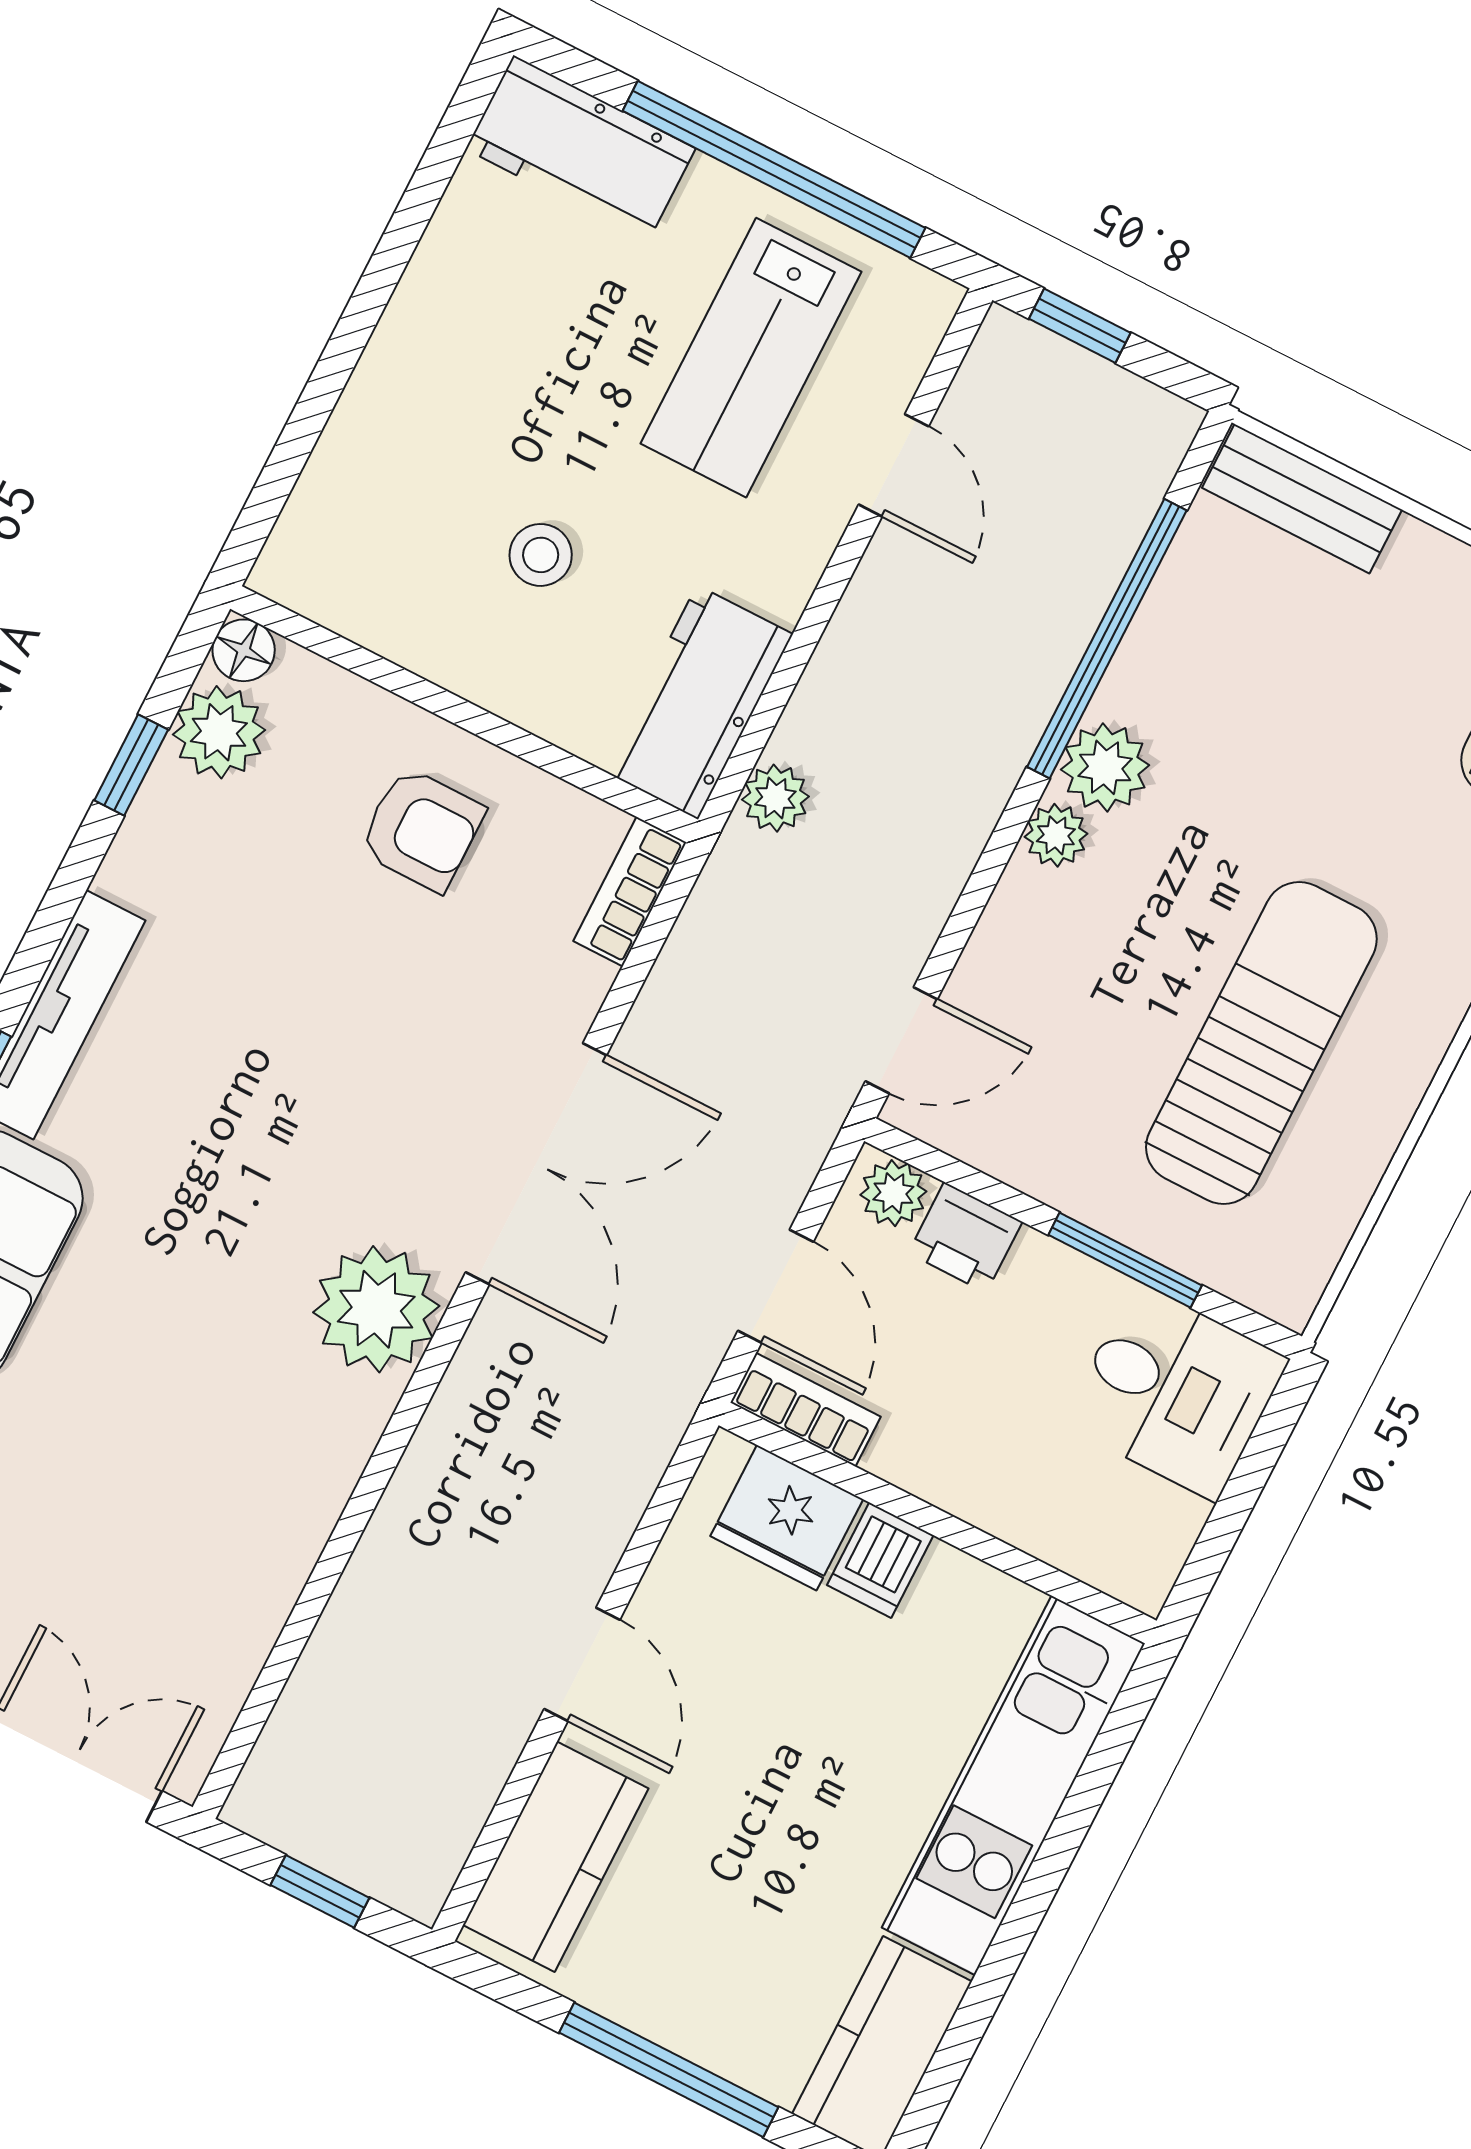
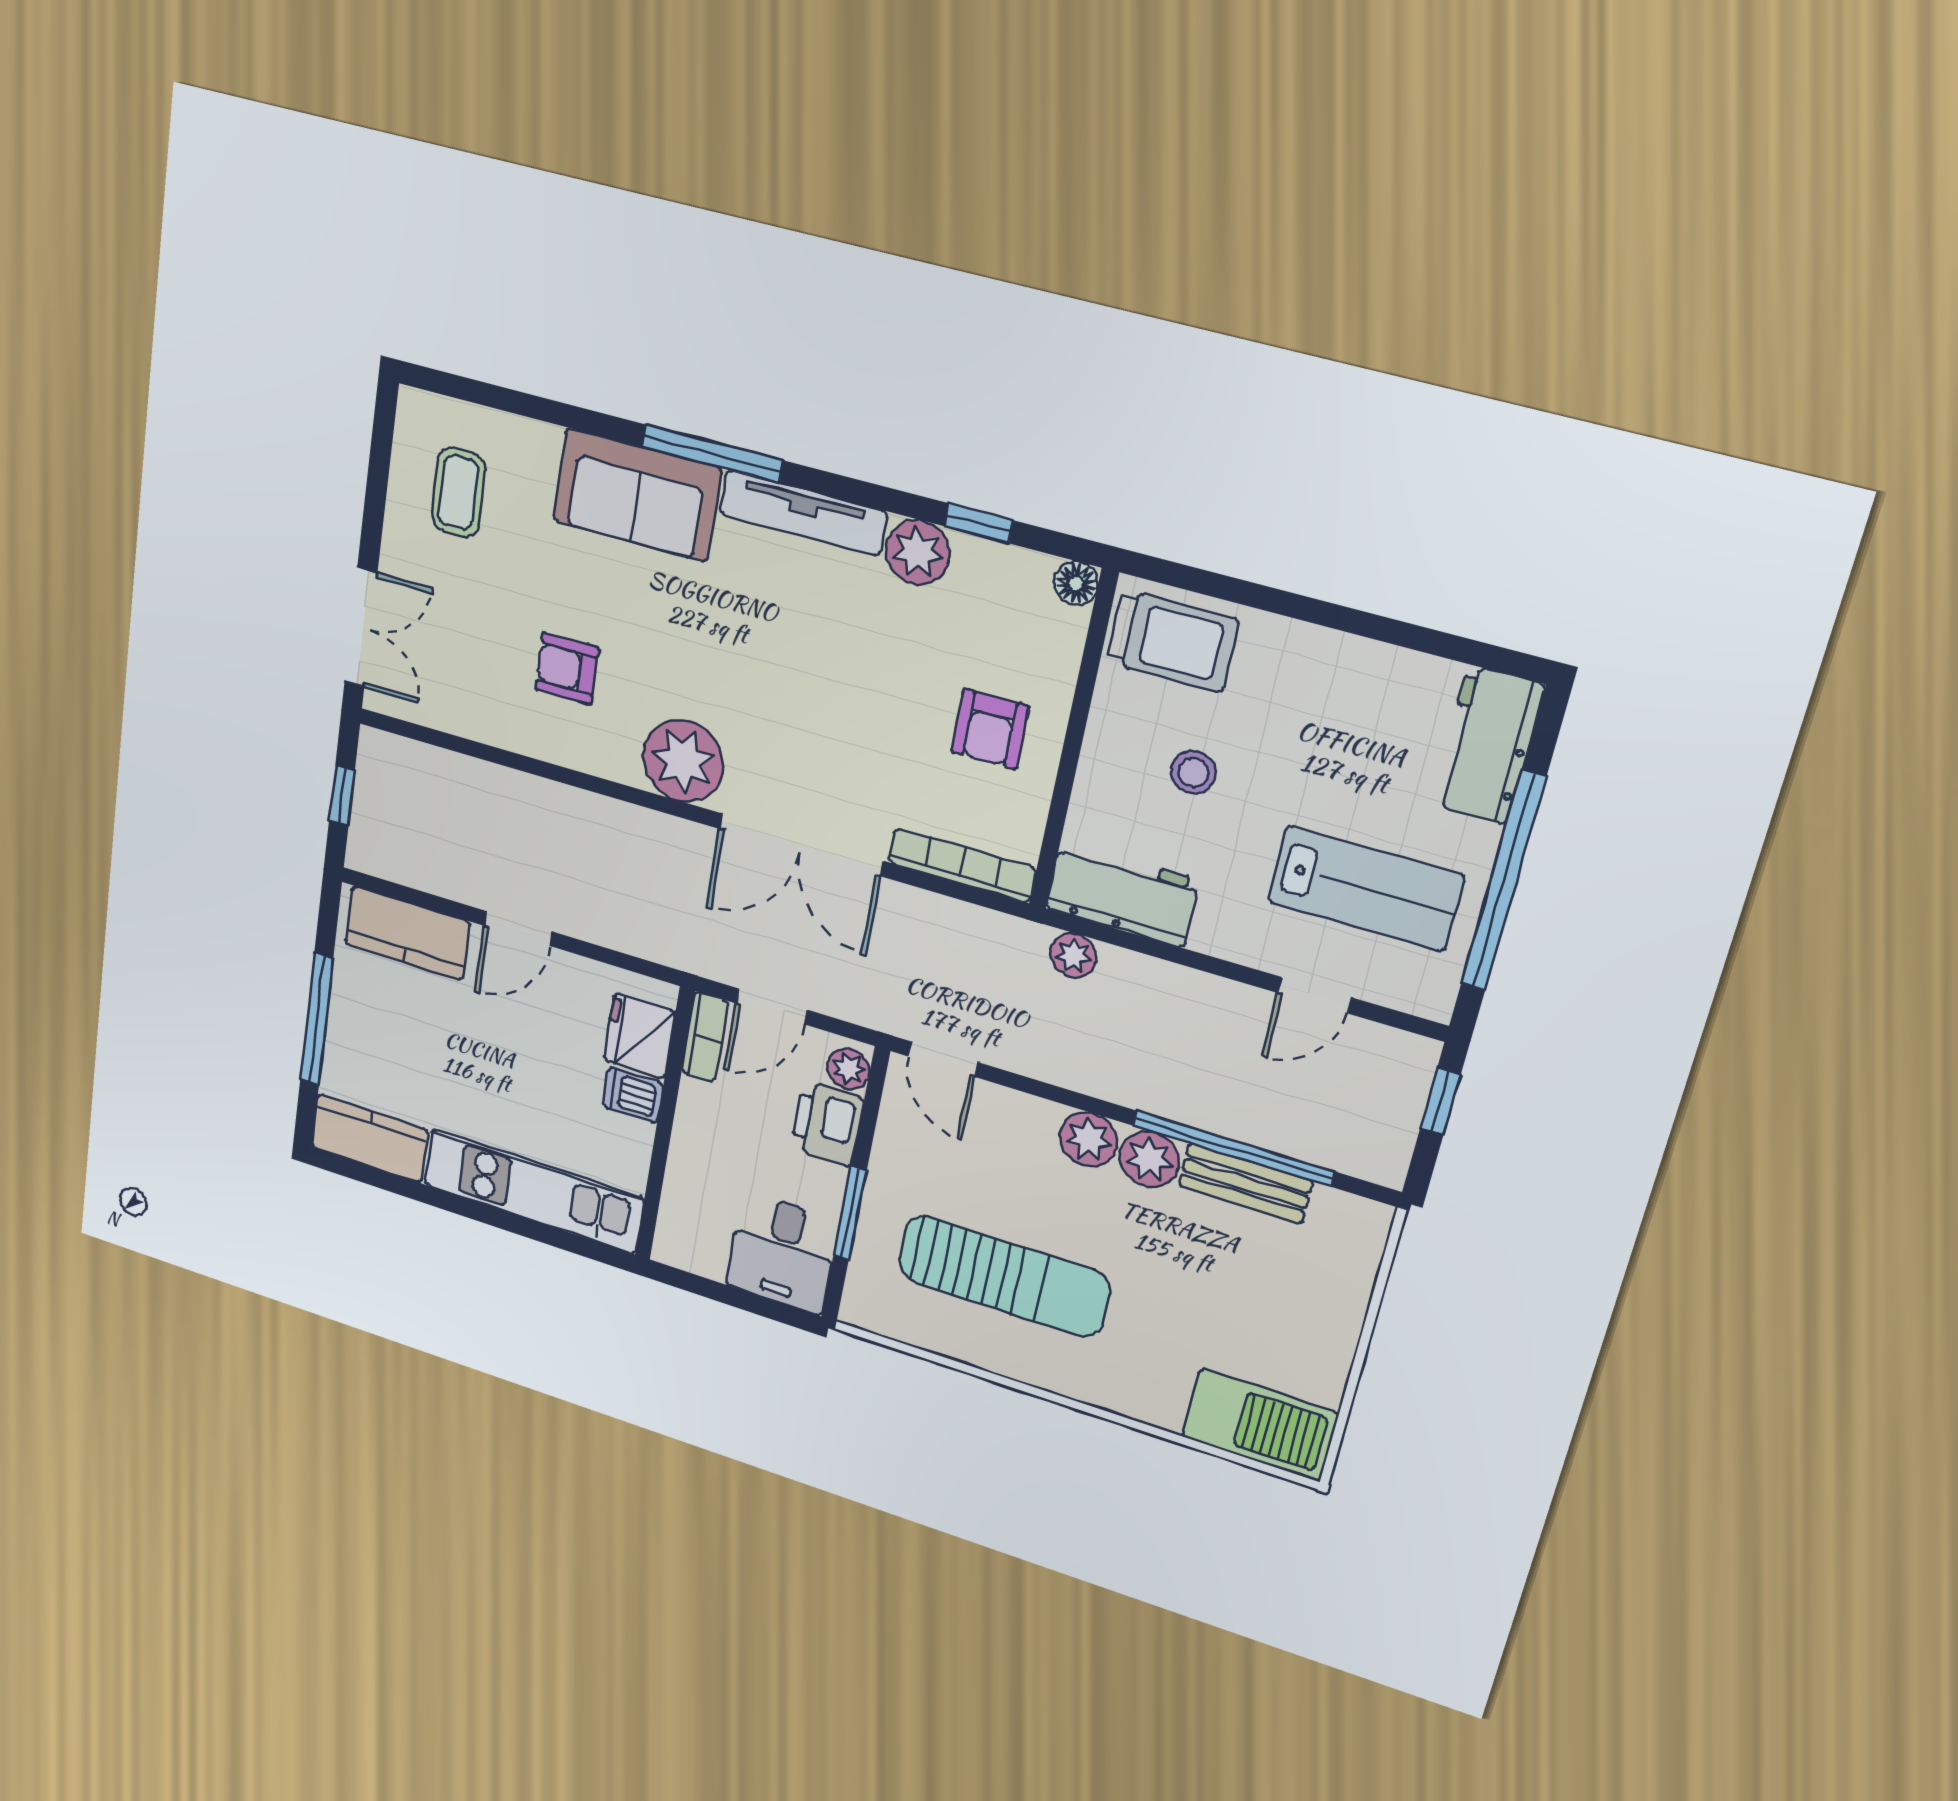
lab bench: (751, 358) -> (1365, 889), turned 180
bench: (1302, 499) -> (1245, 1183), moved, turned 90
trolley: (351, 537) -> (1172, 641), added
plant: (219, 732) -> (918, 552), moved
plant: (1056, 835) -> (1088, 1140), width x1.38, depth x1.38
bookcase: (630, 892) -> (962, 865), width x1.56
printer: (965, 1237) -> (827, 1124), width x1.36, depth x1.24
armchair: (203, 1449) -> (567, 669), added

